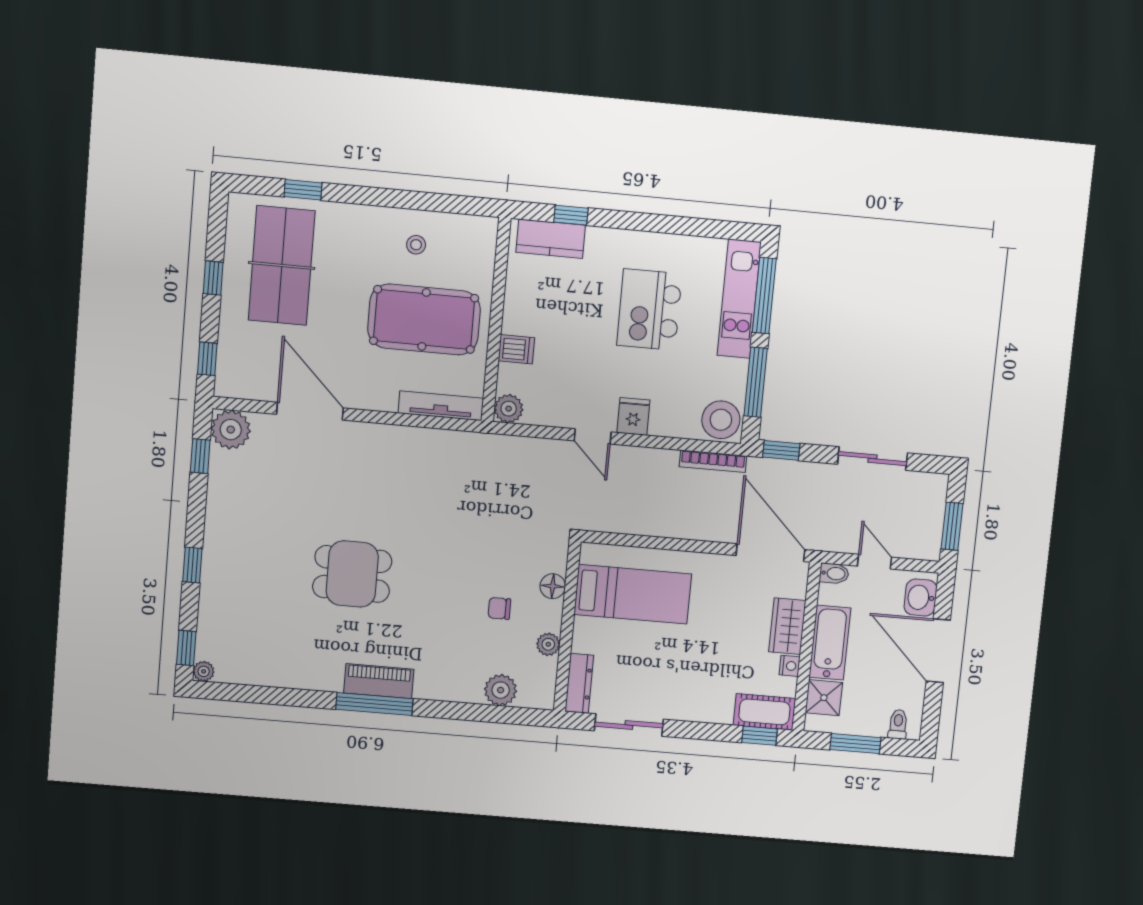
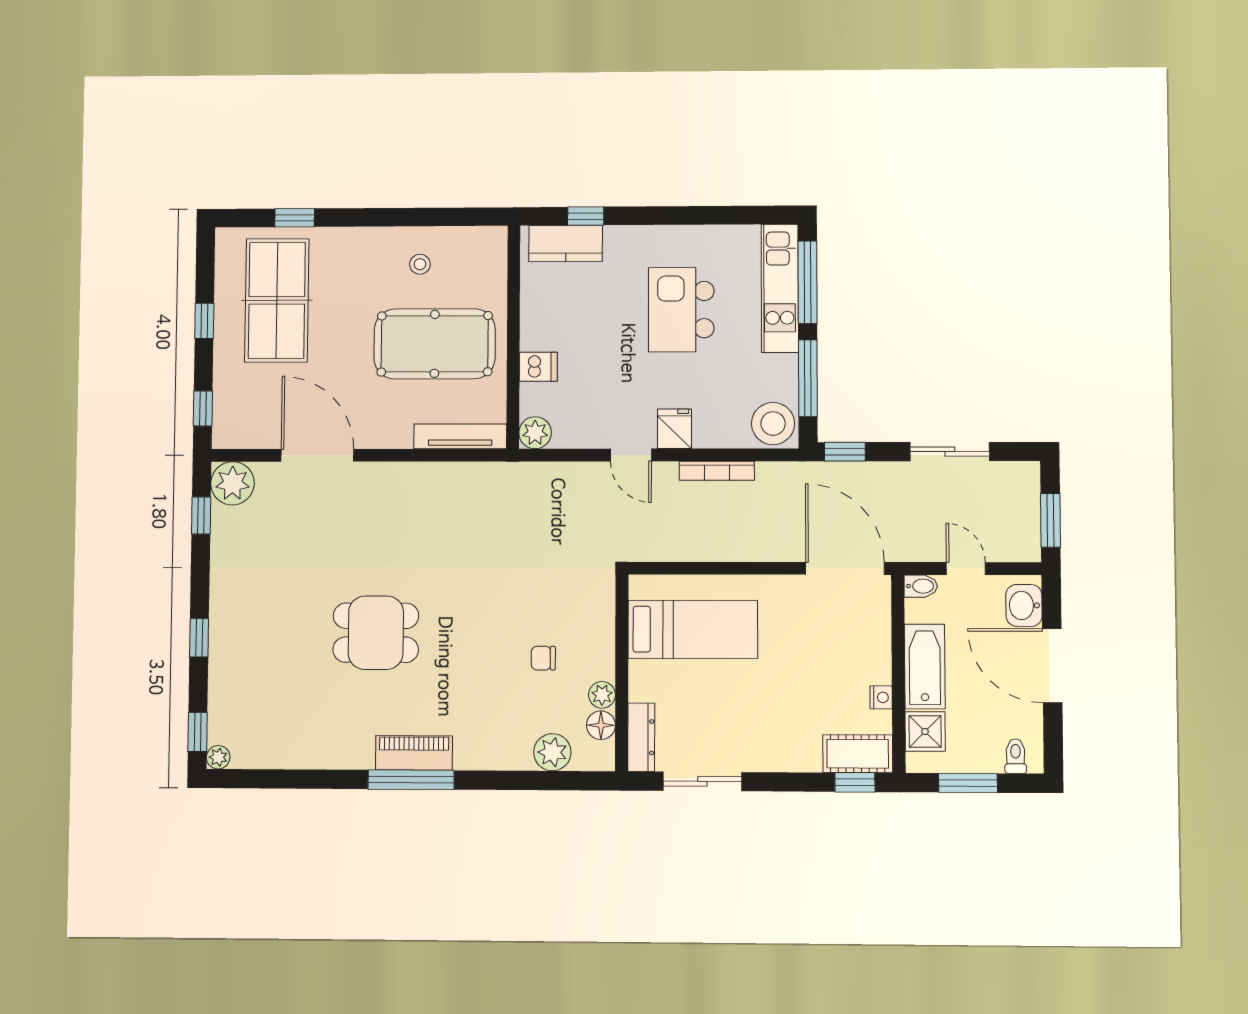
bookcase: (713, 461) -> (717, 471), moved
floor lamp: (553, 586) -> (601, 725), moved
wardrobe: (787, 626) -> (873, 651), removed

